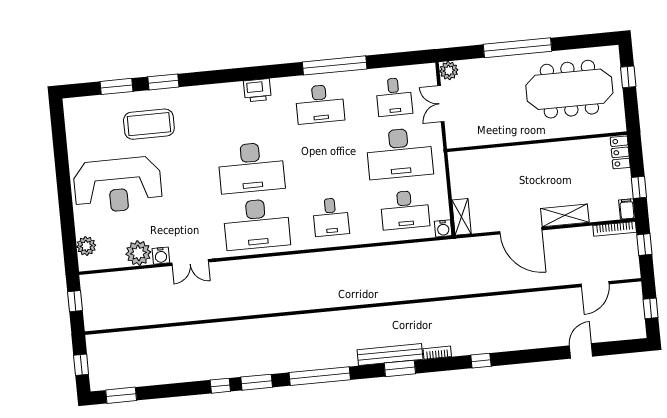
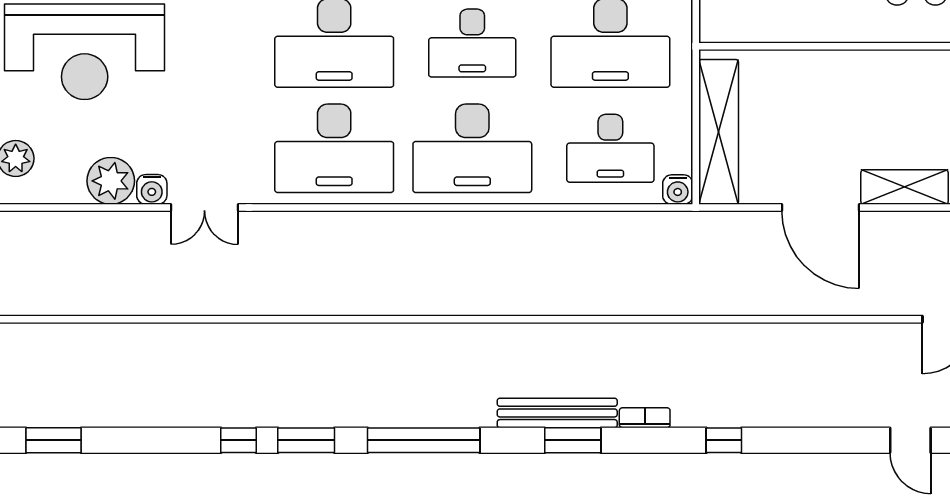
desk: (325, 160) -> (472, 43), added
desk: (331, 217) -> (472, 148), width x1.87, depth x1.30
shelving: (462, 217) -> (719, 132), width x2.20, depth x1.33
door: (581, 351) -> (910, 440), swing flipped

